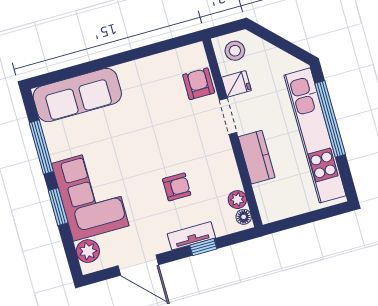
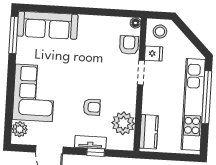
window: (41, 147) -> (13, 35), moved
kitchen counter: (257, 157) -> (149, 132), moved
plant: (237, 200) -> (123, 123), width x1.87, depth x1.87
window: (58, 207) -> (10, 94), removed
floor lamp: (244, 217) -> (135, 23), moved

